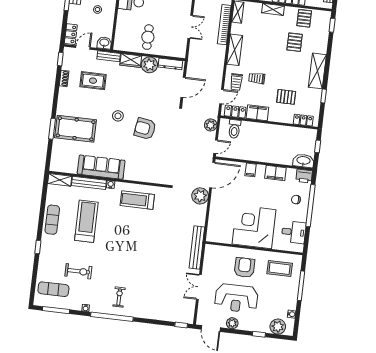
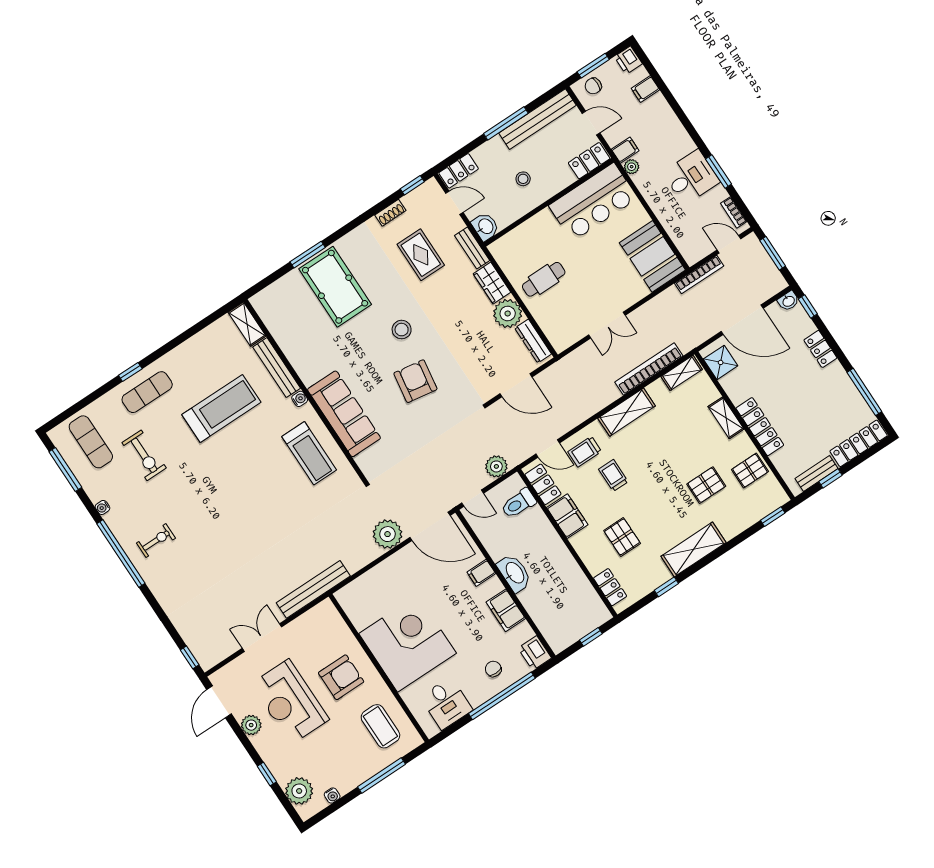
washbasin: (303, 161) -> (514, 573), moved
sofa: (101, 167) -> (344, 414), moved
treadmill: (137, 200) -> (309, 453), turned 180
exercise mat: (52, 220) -> (147, 392), moved

